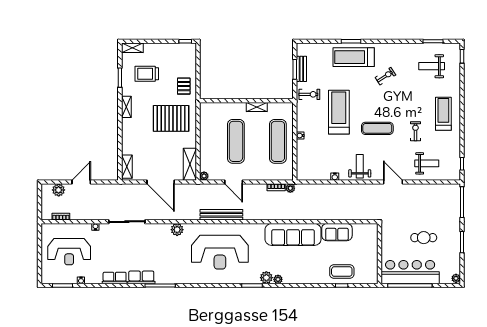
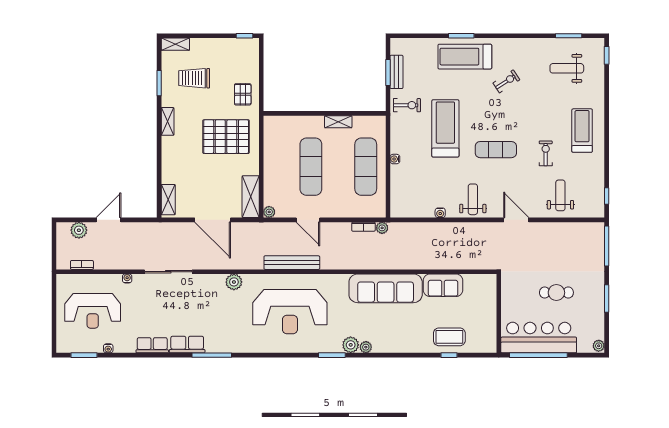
weight bench: (427, 163) -> (560, 195), turned -90

